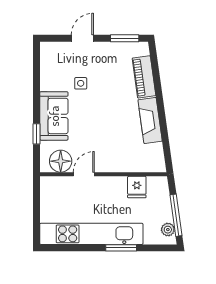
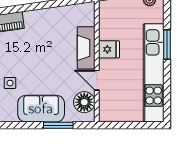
fireplace: (150, 120) -> (86, 48), moved, turned 98
window: (36, 134) -> (58, 125), width x1.50
fridge: (137, 187) -> (109, 49), moved

